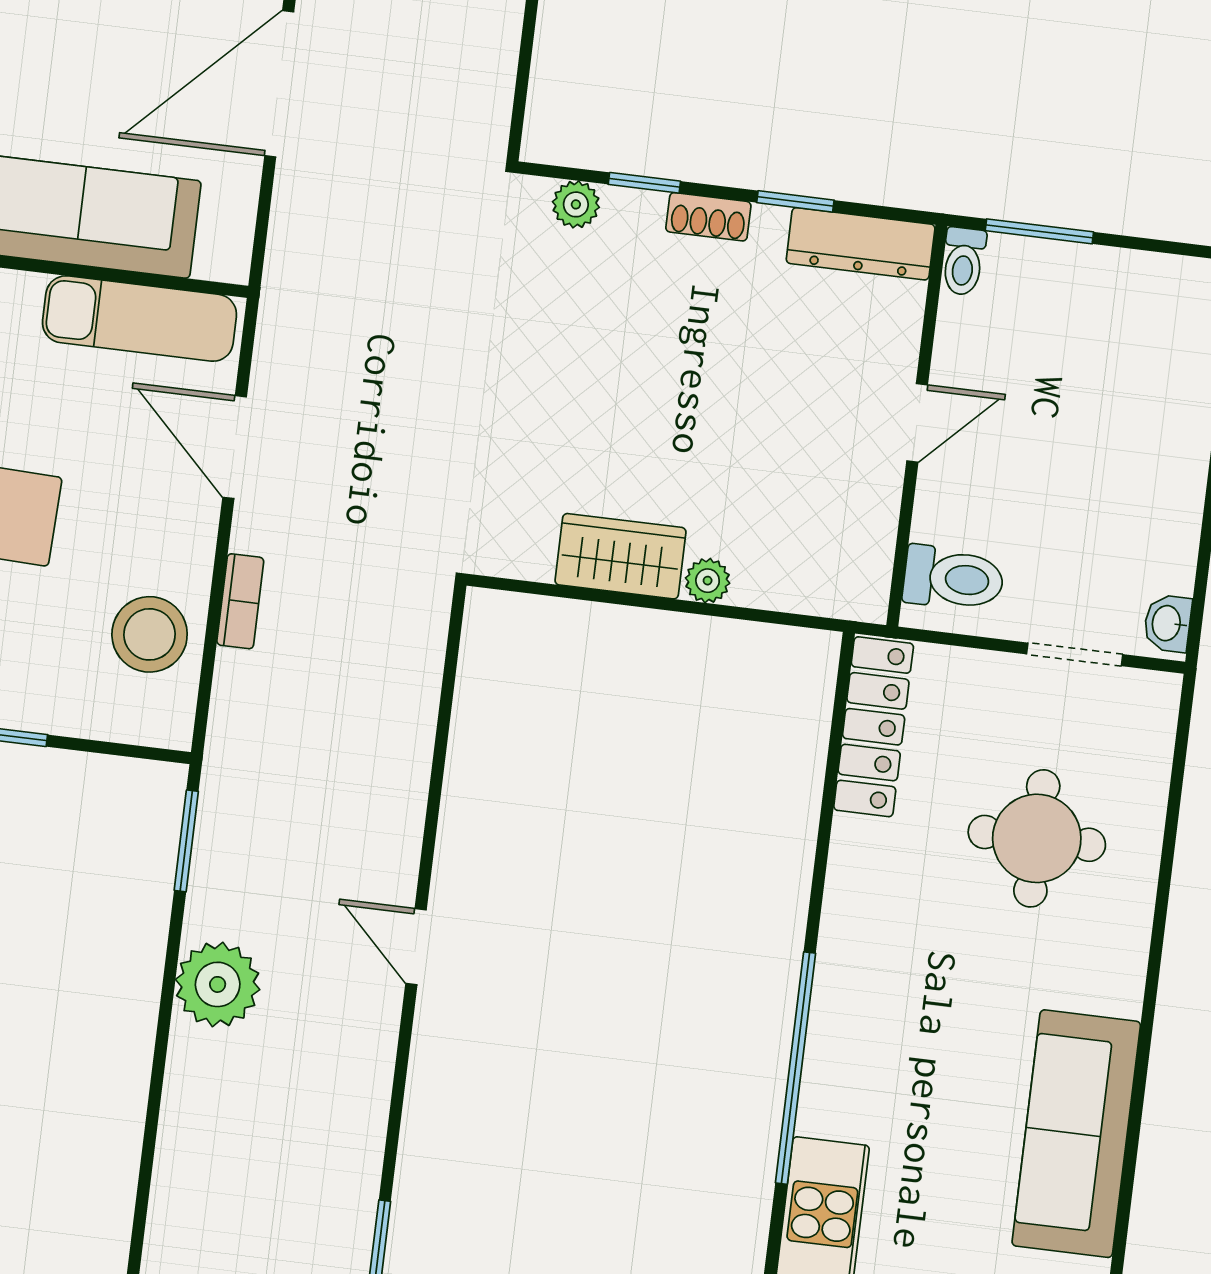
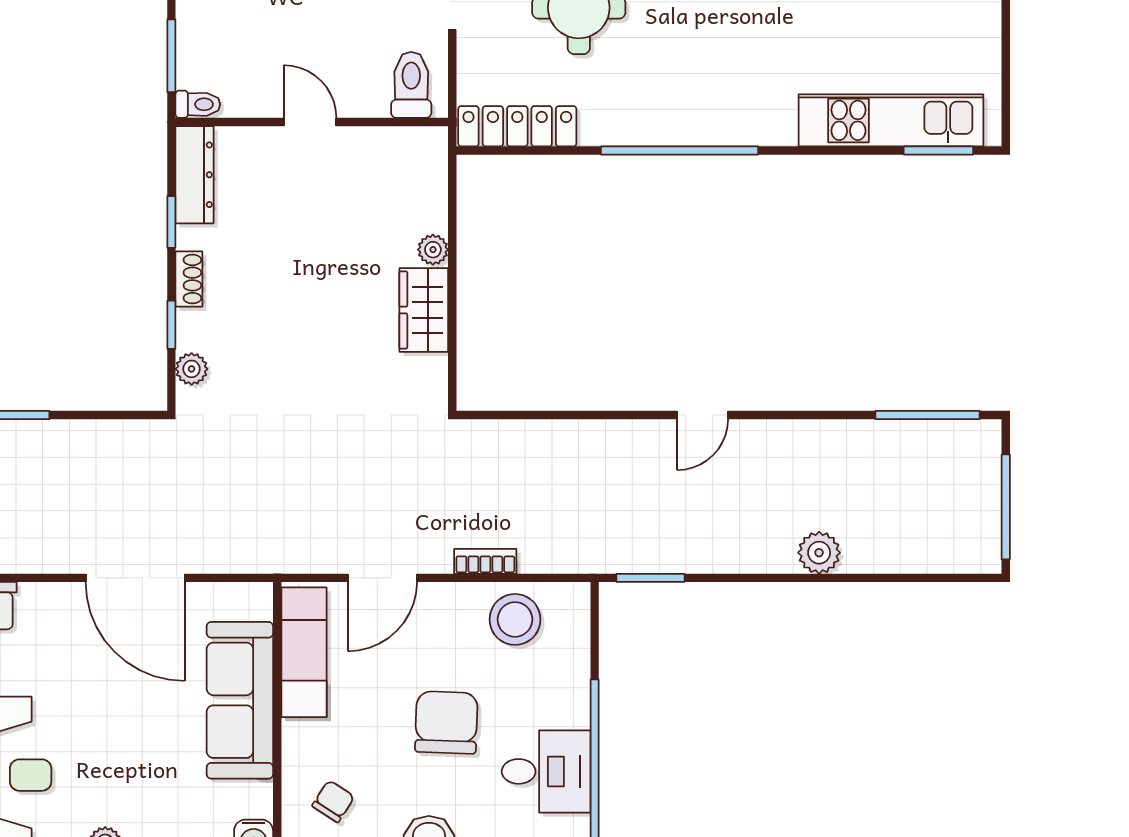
plant: (218, 984) -> (819, 553), moved, width x0.73, depth x0.73
window: (795, 1068) -> (680, 151), moved

